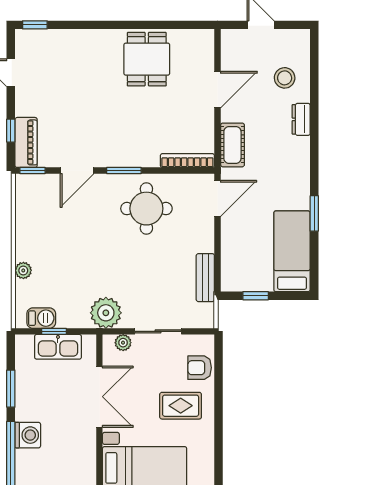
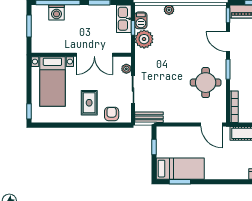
window: (314, 213) -> (180, 182), moved
bench: (205, 278) -> (149, 117), moved
plant: (106, 313) -> (144, 39), moved
kitchen sink: (58, 347) -> (124, 19), moved
washing machine: (28, 435) -> (57, 12), moved

